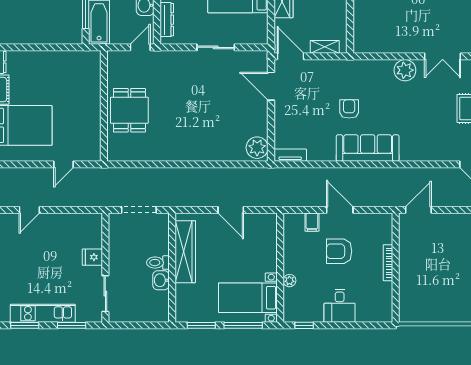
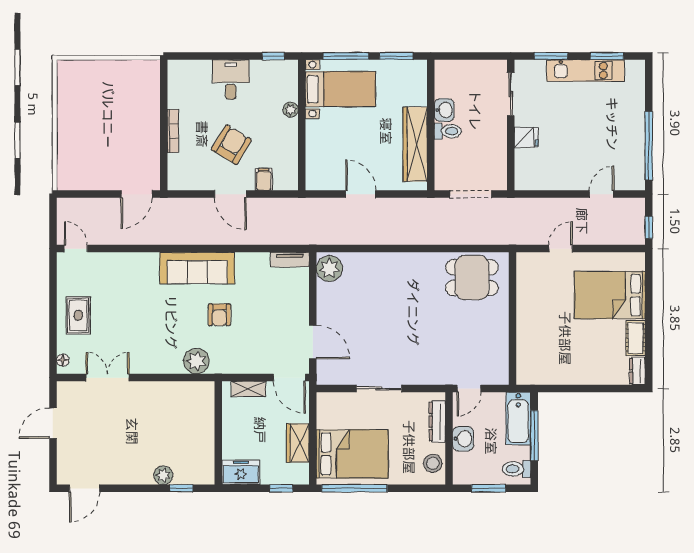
plant: (405, 70) -> (196, 361), moved
dining table: (129, 110) -> (472, 278), moved, turned 90
armchair: (339, 251) -> (231, 145), turned -59

